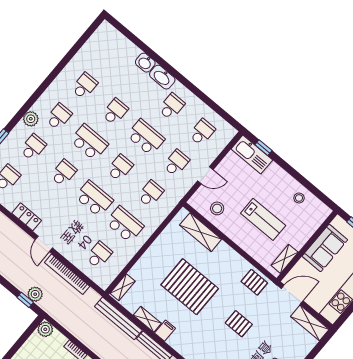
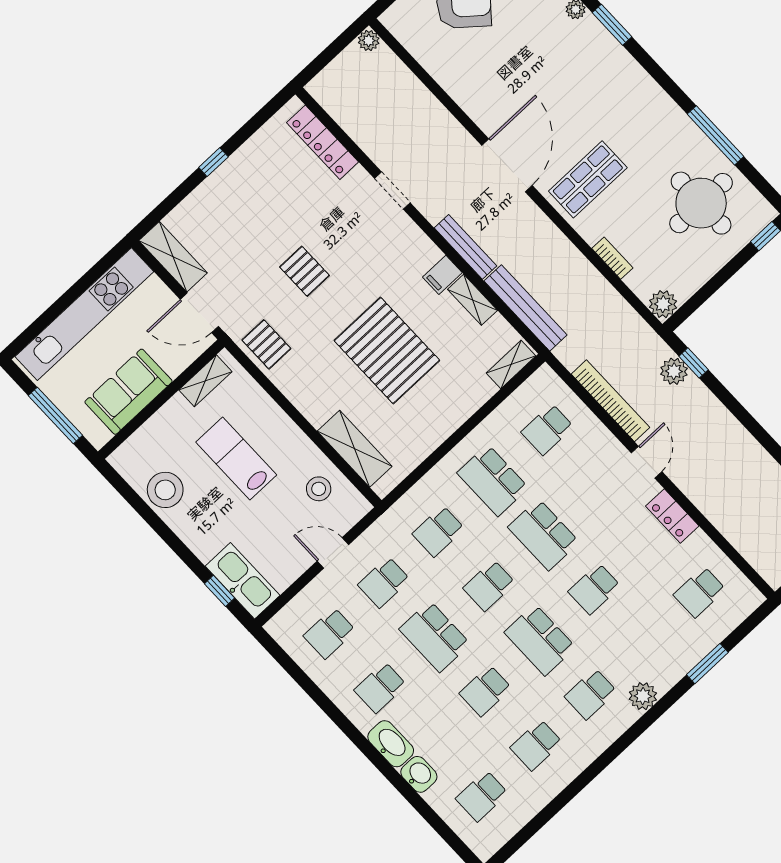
school desk: (33, 147) -> (482, 796), moved
stool: (299, 198) -> (165, 490), width x1.89, depth x1.89

